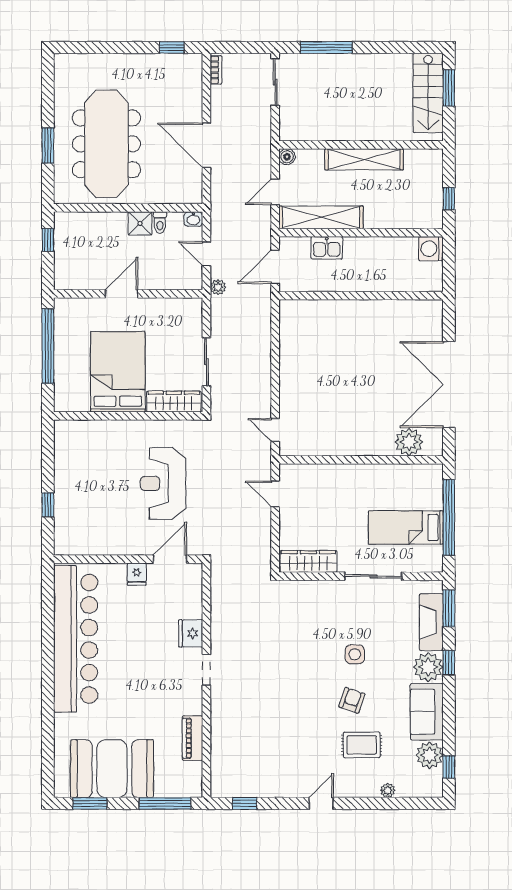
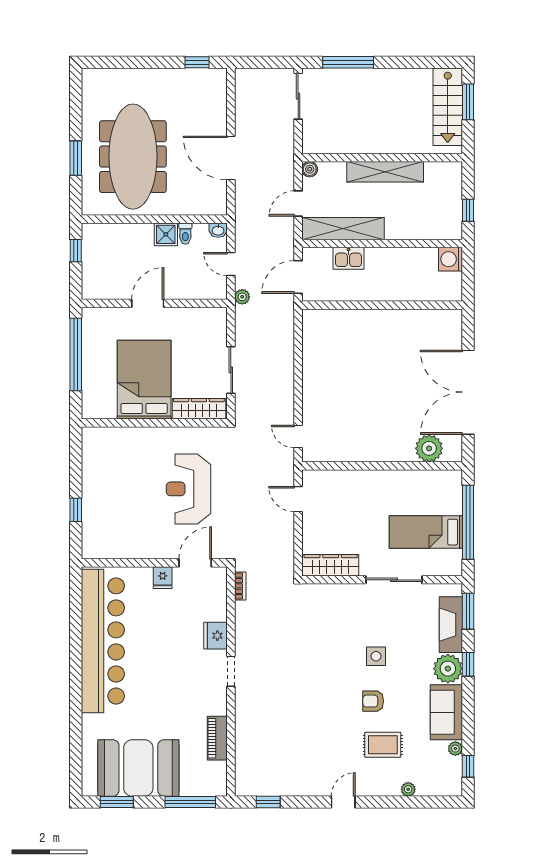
bookcase: (216, 70) -> (240, 586), moved
armchair: (352, 700) -> (373, 701), turned -109
plant: (429, 755) -> (455, 749), width x0.53, depth x0.53

